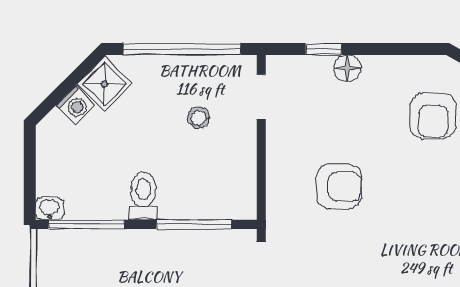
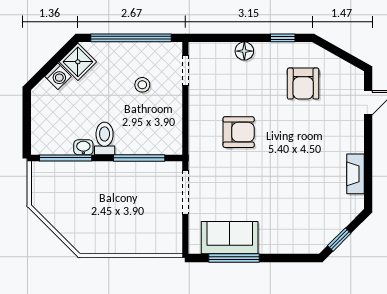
window: (324, 49) -> (283, 38), moved
washbasin: (50, 209) -> (83, 147), moved

